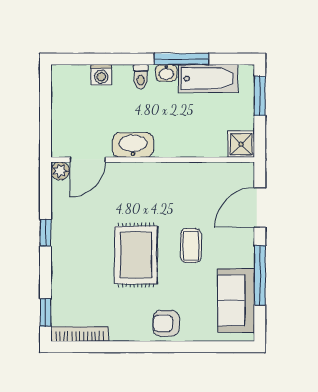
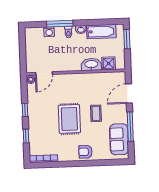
window: (181, 59) -> (60, 24), moved
shower: (241, 144) -> (109, 63), moved
washbasin: (133, 145) -> (91, 64), moved
window: (46, 313) -> (26, 136), moved

